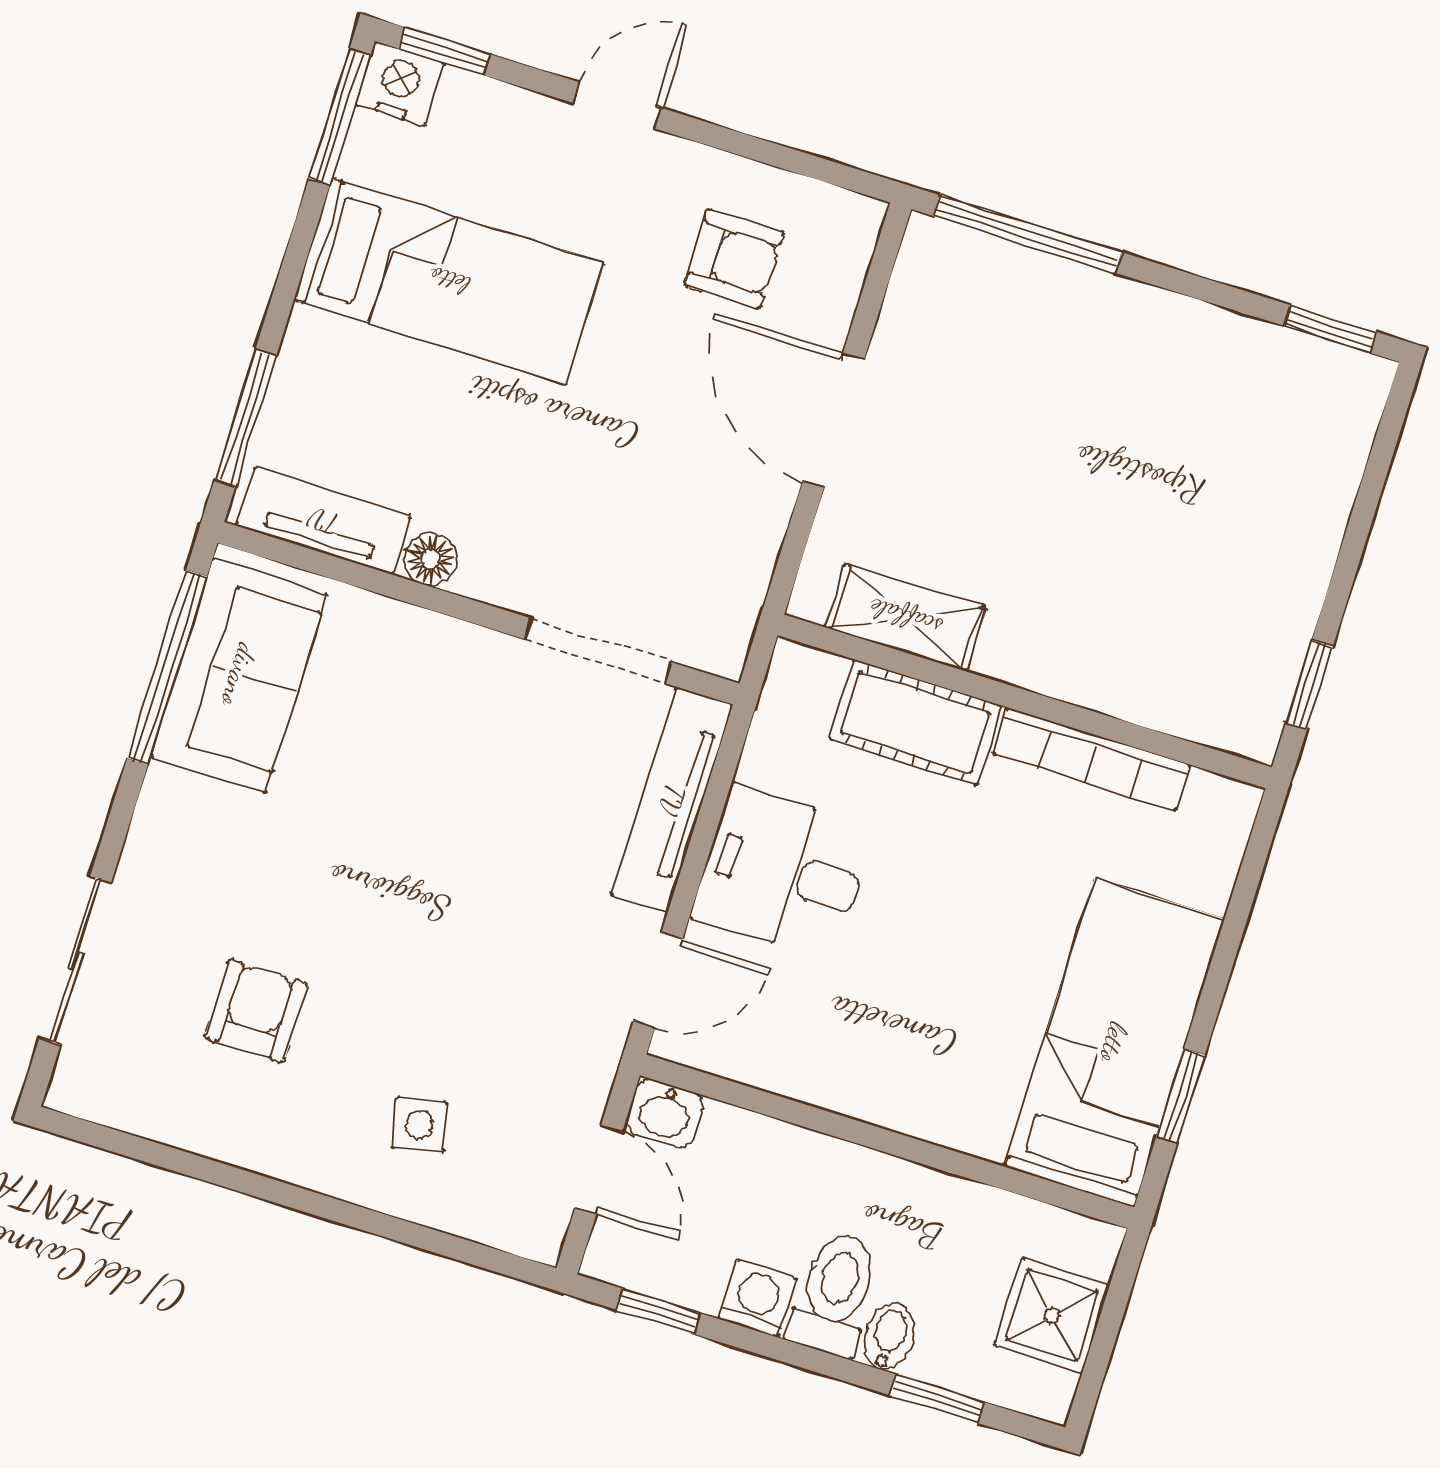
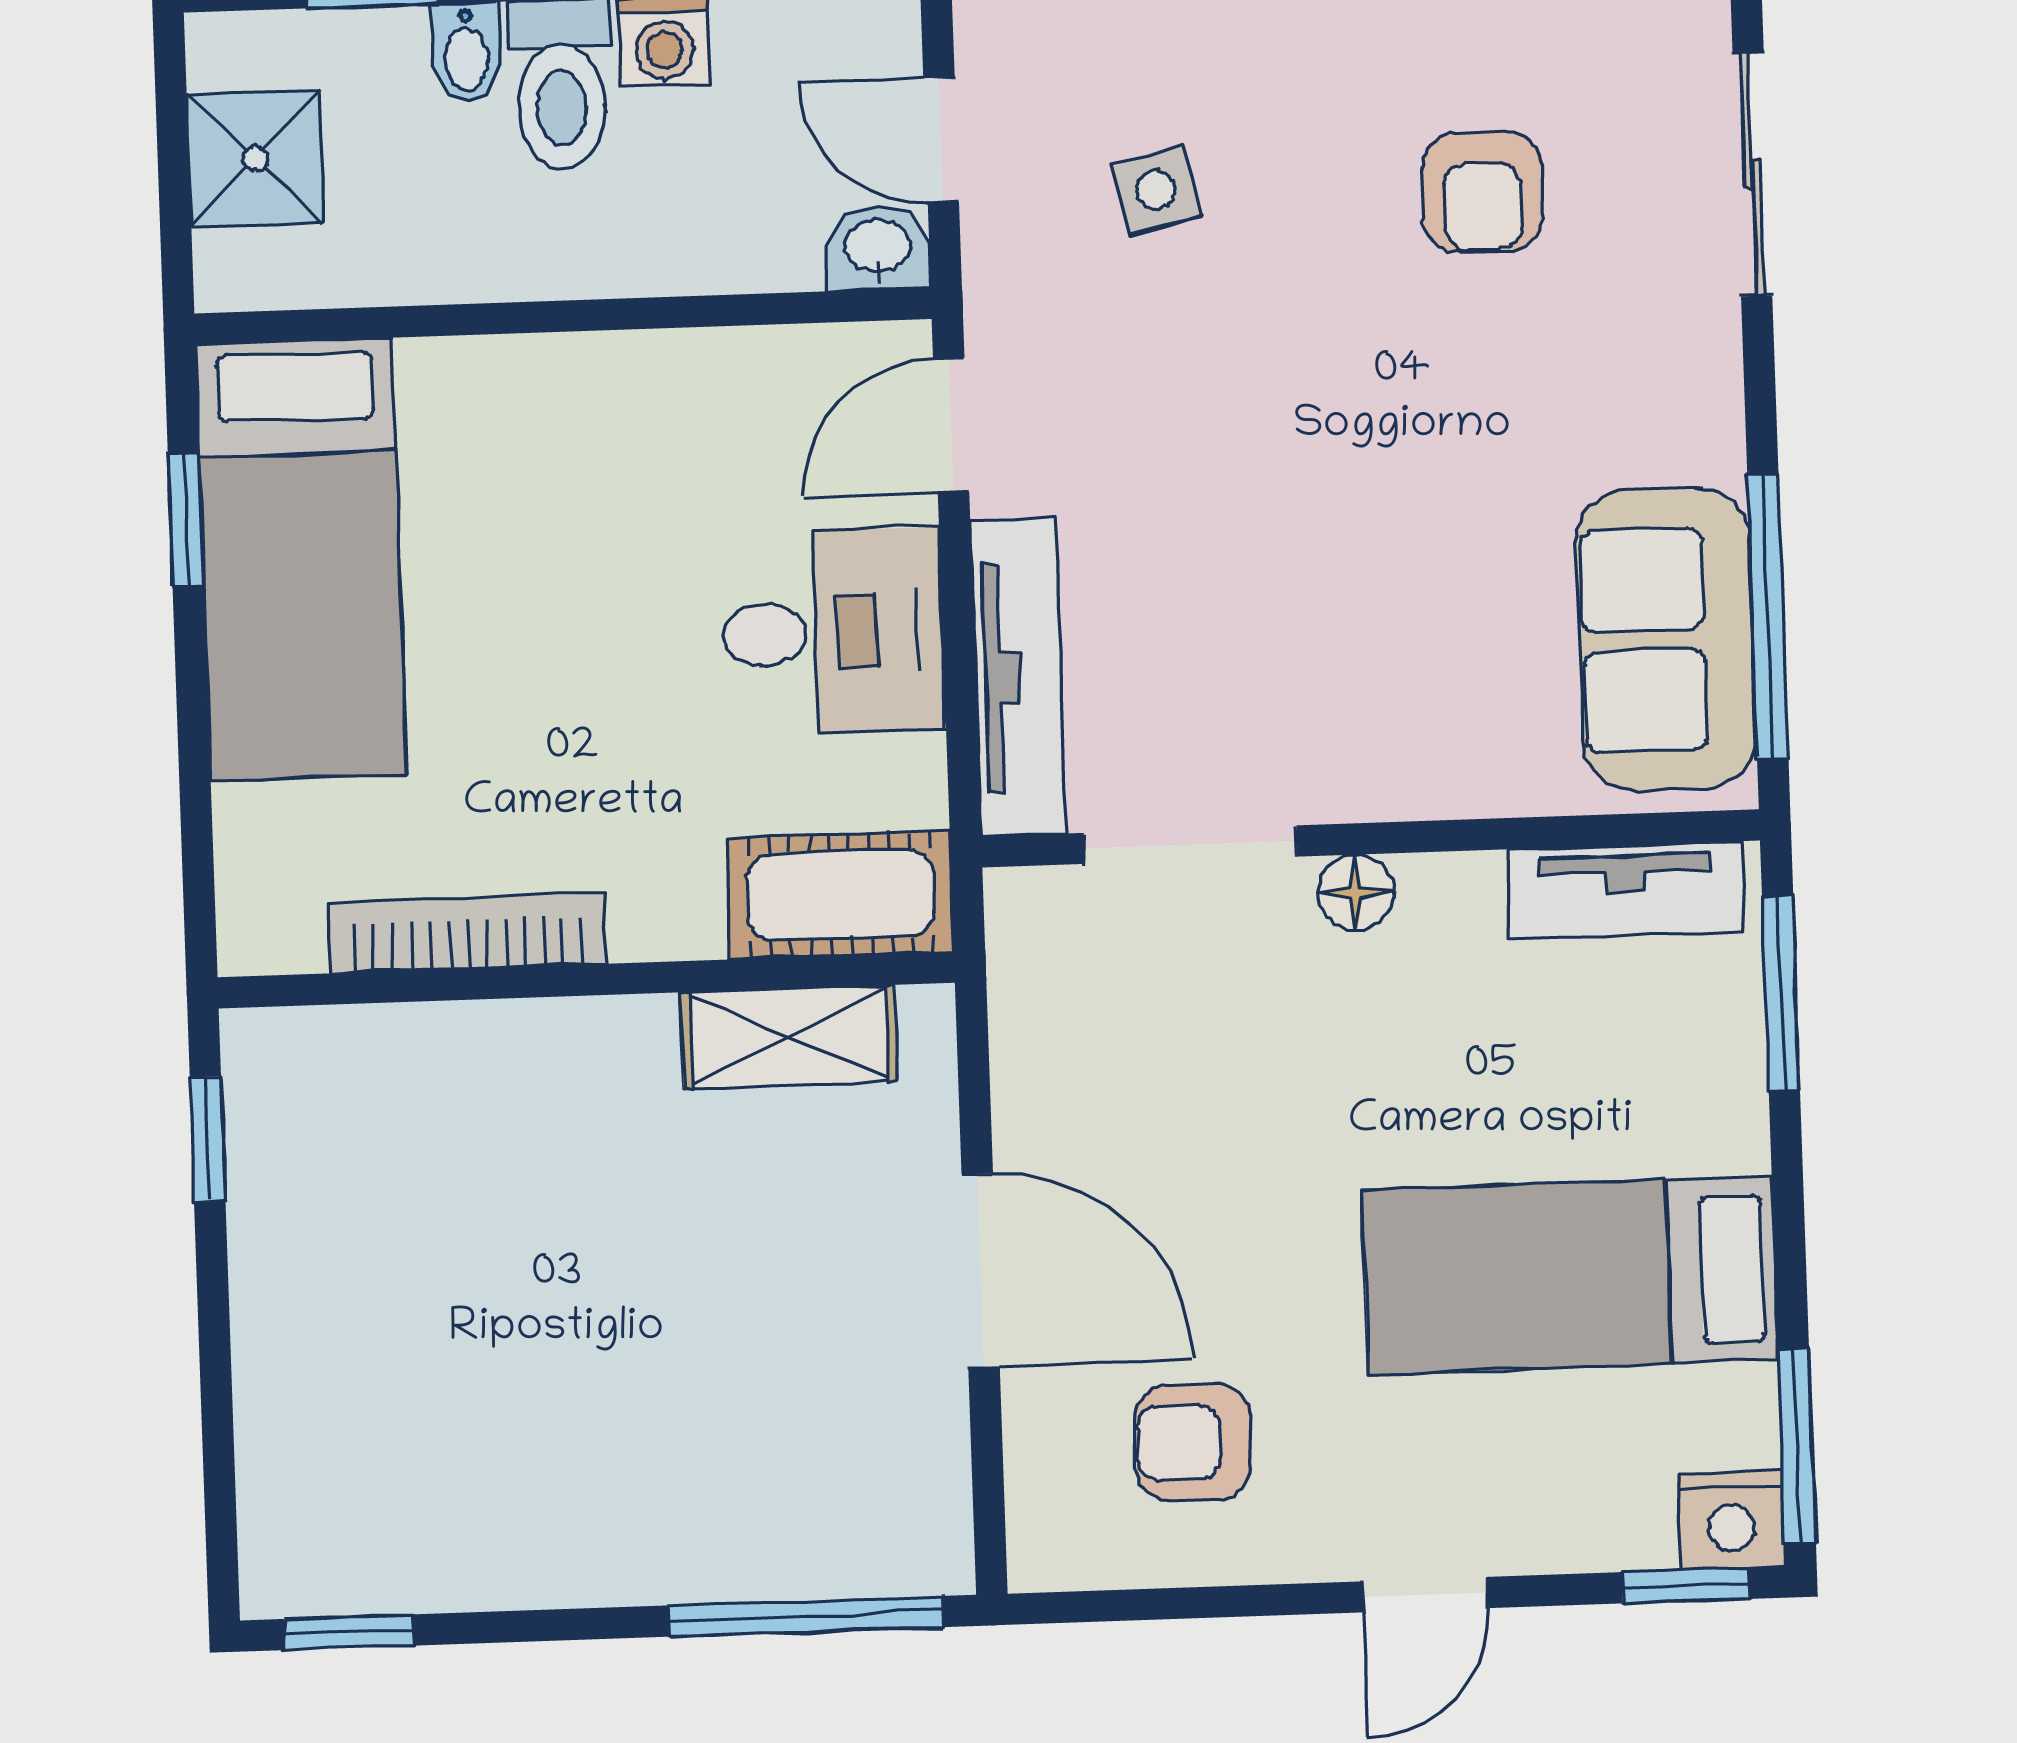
floor lamp: (431, 559) -> (1356, 892), moved
cot: (915, 723) -> (840, 895), moved
side table: (419, 1125) -> (1156, 190), moved

